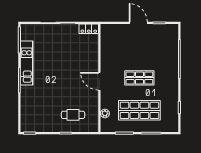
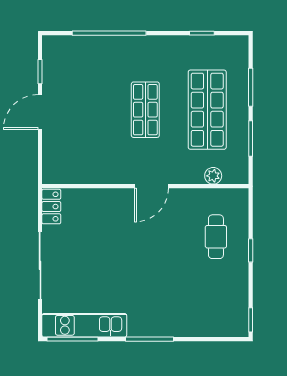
kitchen unit: (27, 63) -> (84, 325), moved

